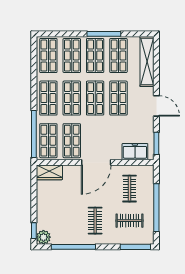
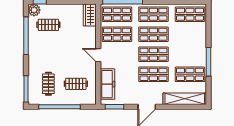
shop shelf: (72, 56) -> (190, 34), removed
shop shelf: (95, 56) -> (190, 54), removed
freezer: (135, 152) -> (108, 84), width x1.40
door: (96, 162) -> (98, 55), width x0.53
clothes rail: (95, 221) -> (48, 25), moved

